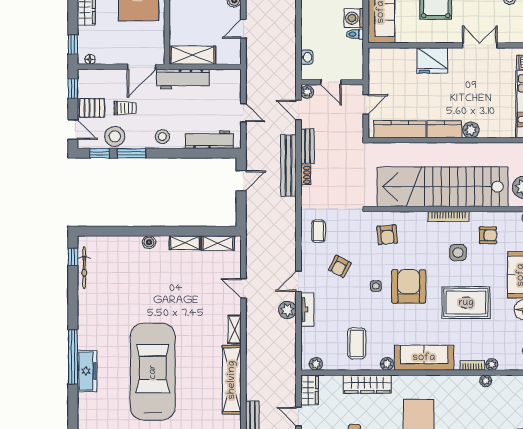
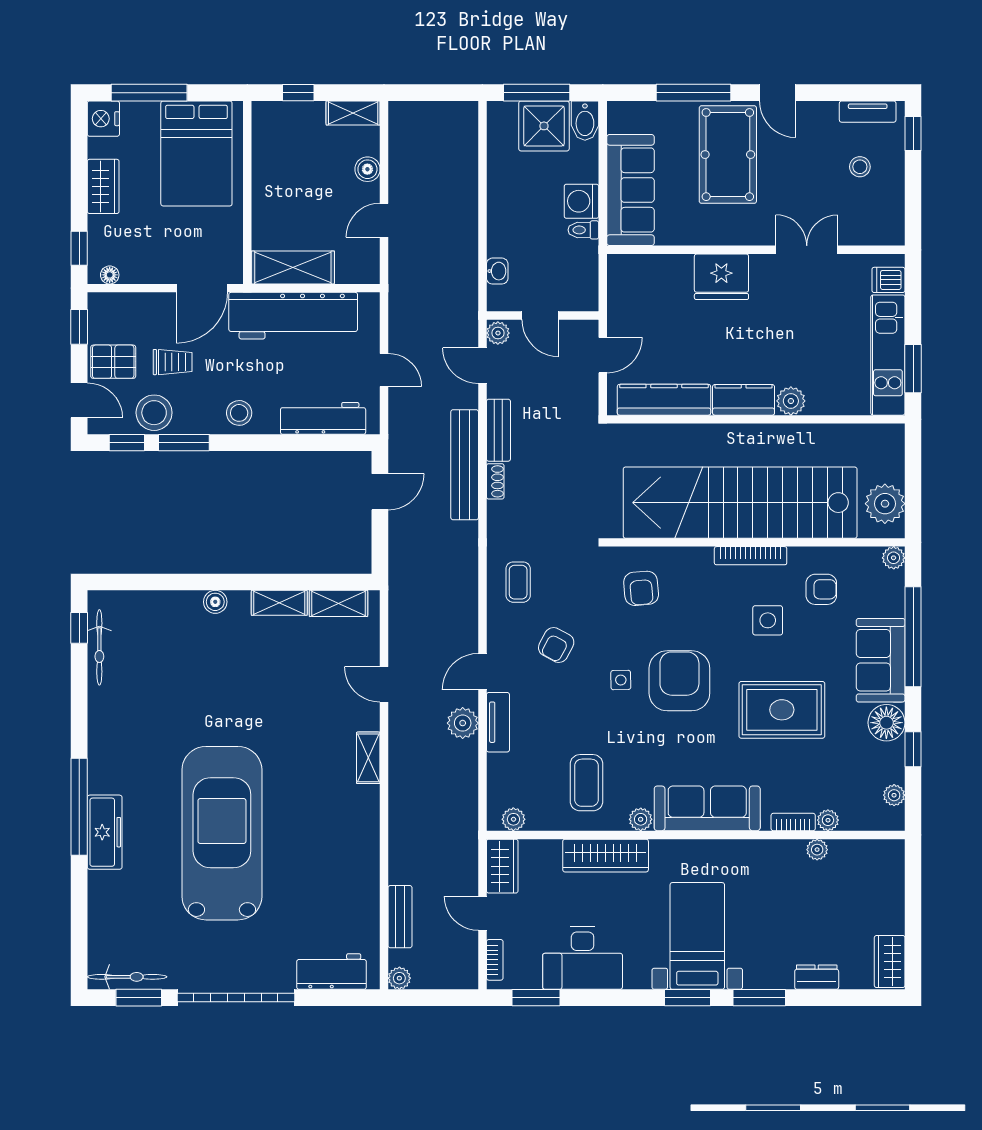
workbench: (183, 79) -> (293, 316), width x1.36, depth x1.32
shelving: (232, 380) -> (363, 848), removed

